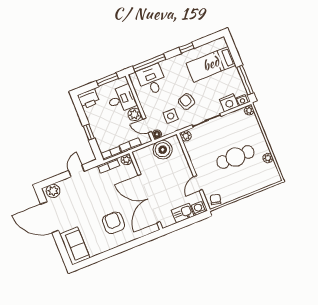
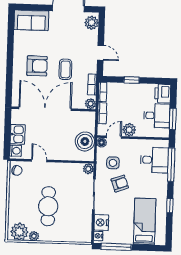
desk: (122, 99) -> (157, 116), moved, turned -90
plant: (249, 111) -> (19, 232), moved, width x1.87, depth x1.87
coffee table: (105, 196) -> (65, 69), added

